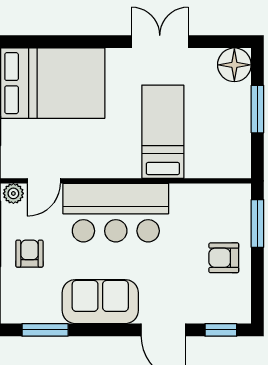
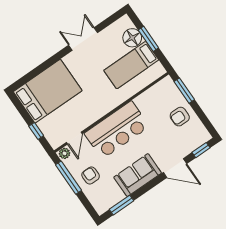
floor lamp: (234, 65) -> (132, 38), moved
bed: (163, 132) -> (131, 65), moved, turned -90

